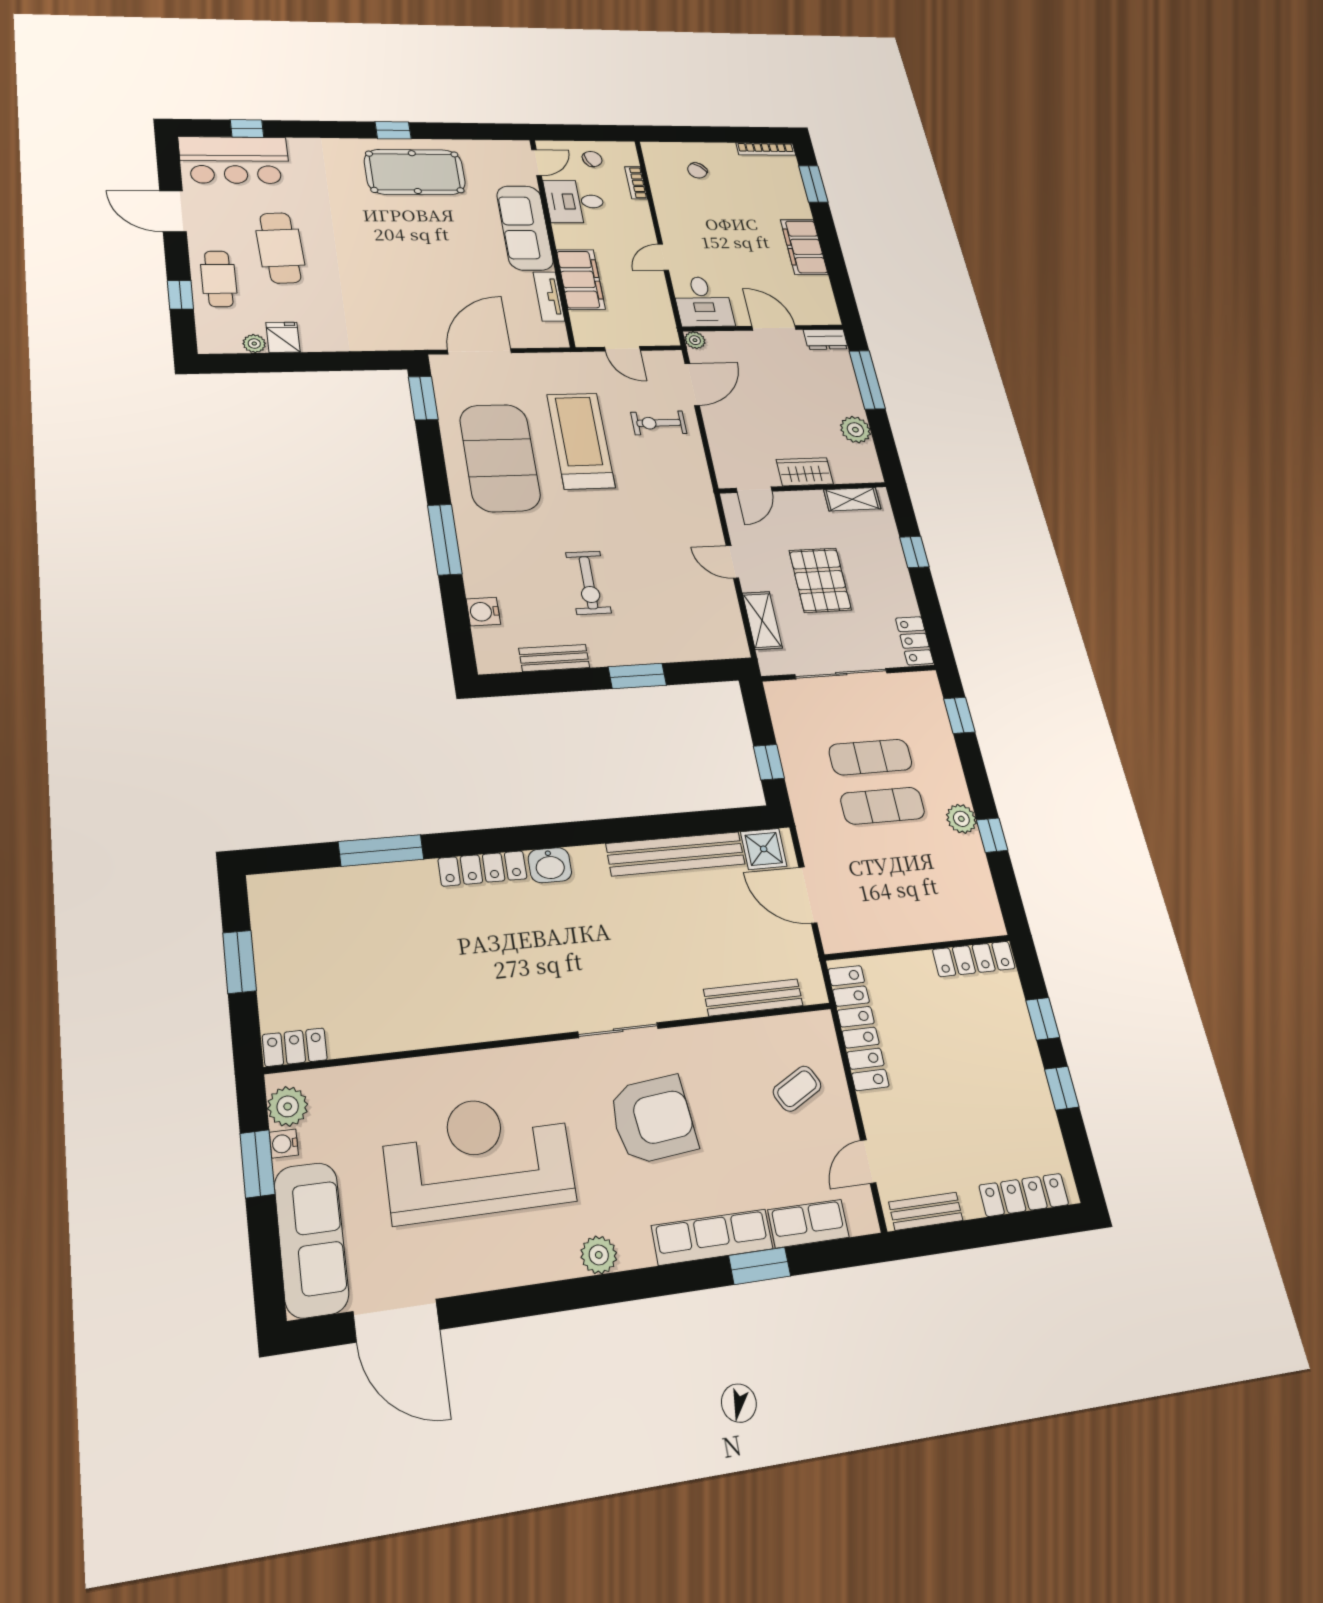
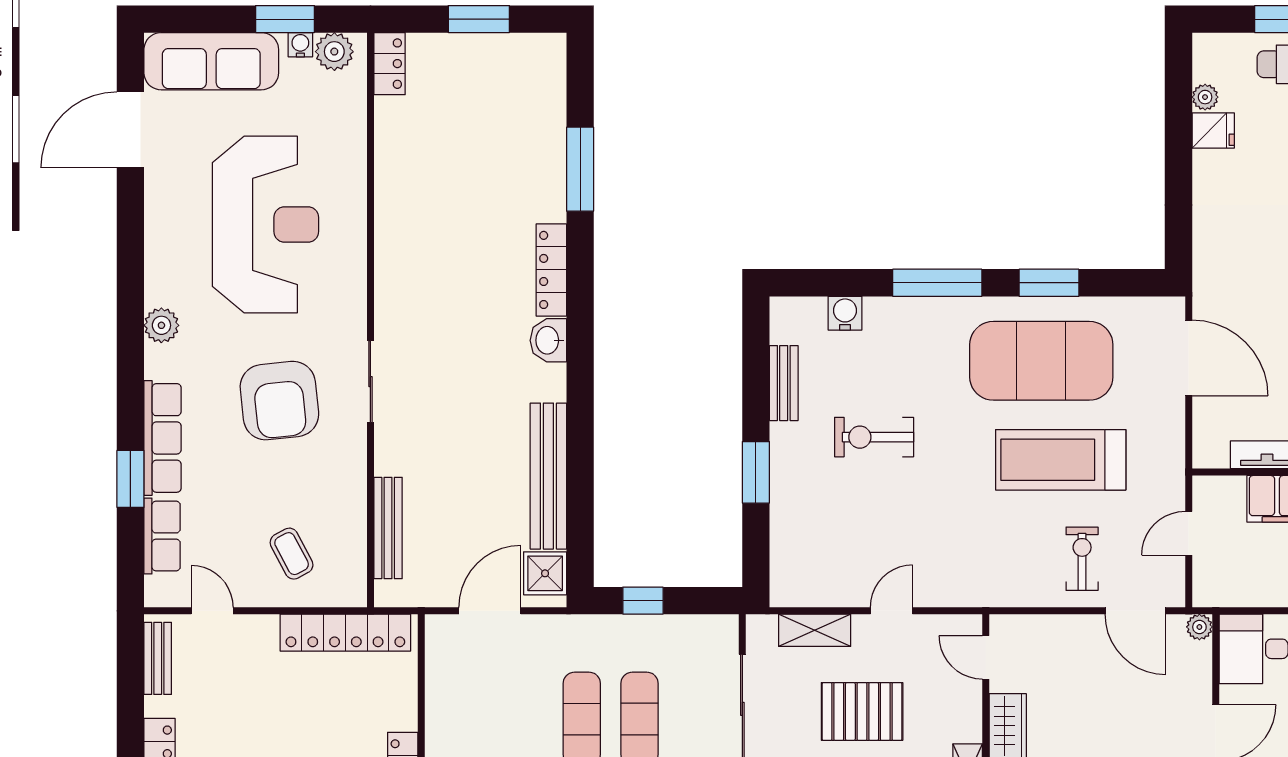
window: (423, 398) -> (1049, 283), moved
treadmill: (581, 441) -> (1061, 460), turned 180

